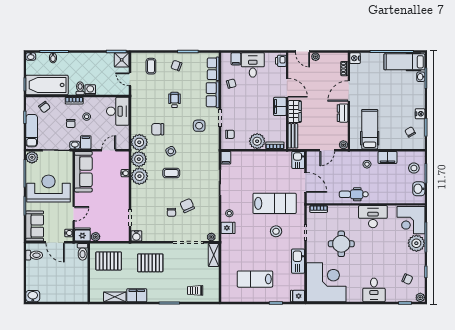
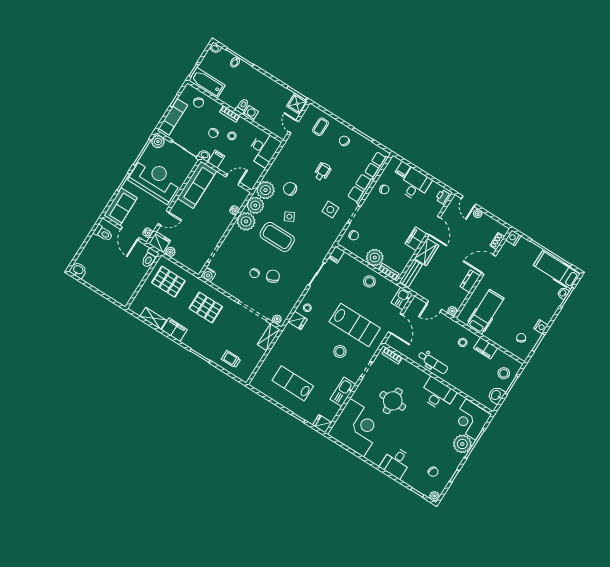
bathtub: (47, 85) -> (207, 83), width x0.73, depth x0.73
stool: (265, 162) -> (369, 281), added
coffee table: (171, 173) -> (277, 237), width x1.86, depth x1.72
dental chair: (354, 194) -> (433, 363), turned 180

